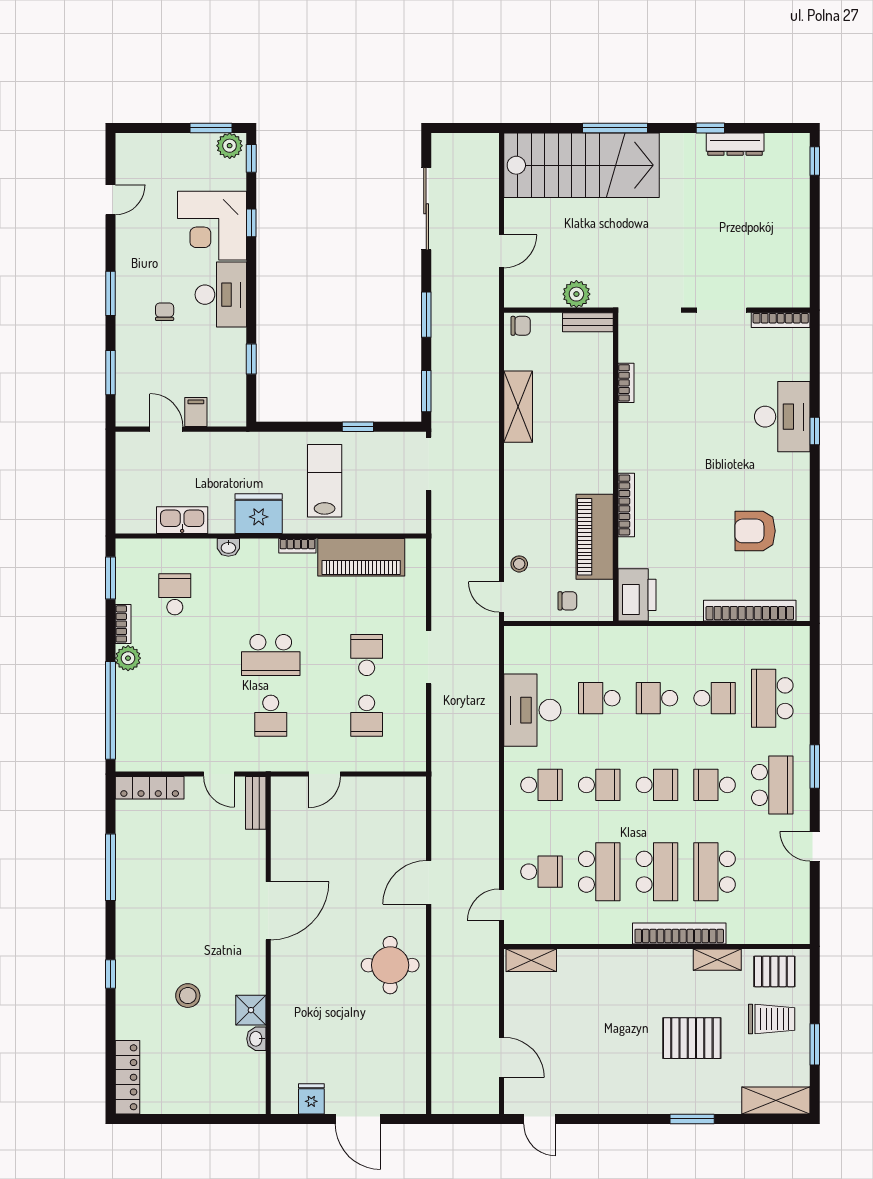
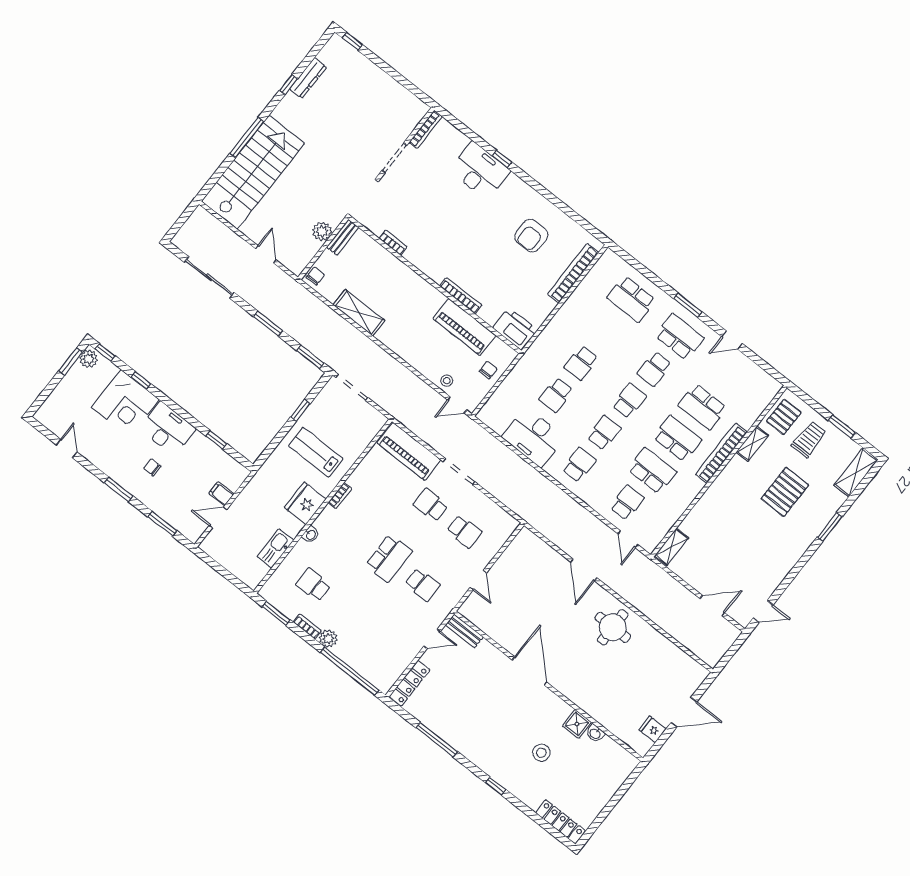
piano: (361, 557) -> (409, 451), moved, turned 90
school desk: (715, 698) -> (606, 331), removed

